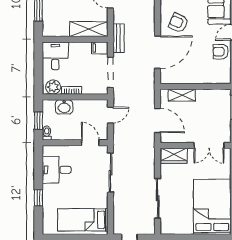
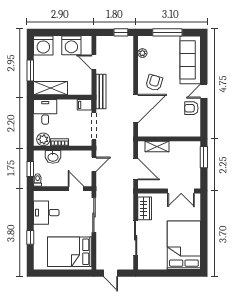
armchair: (178, 23) -> (154, 83), turned 81
shelving: (89, 29) -> (51, 88), moved
bench: (119, 38) -> (101, 91), width x1.36
wardrobe: (174, 156) -> (145, 208), moved, turned -90
bed: (83, 220) -> (70, 252), width x1.50

